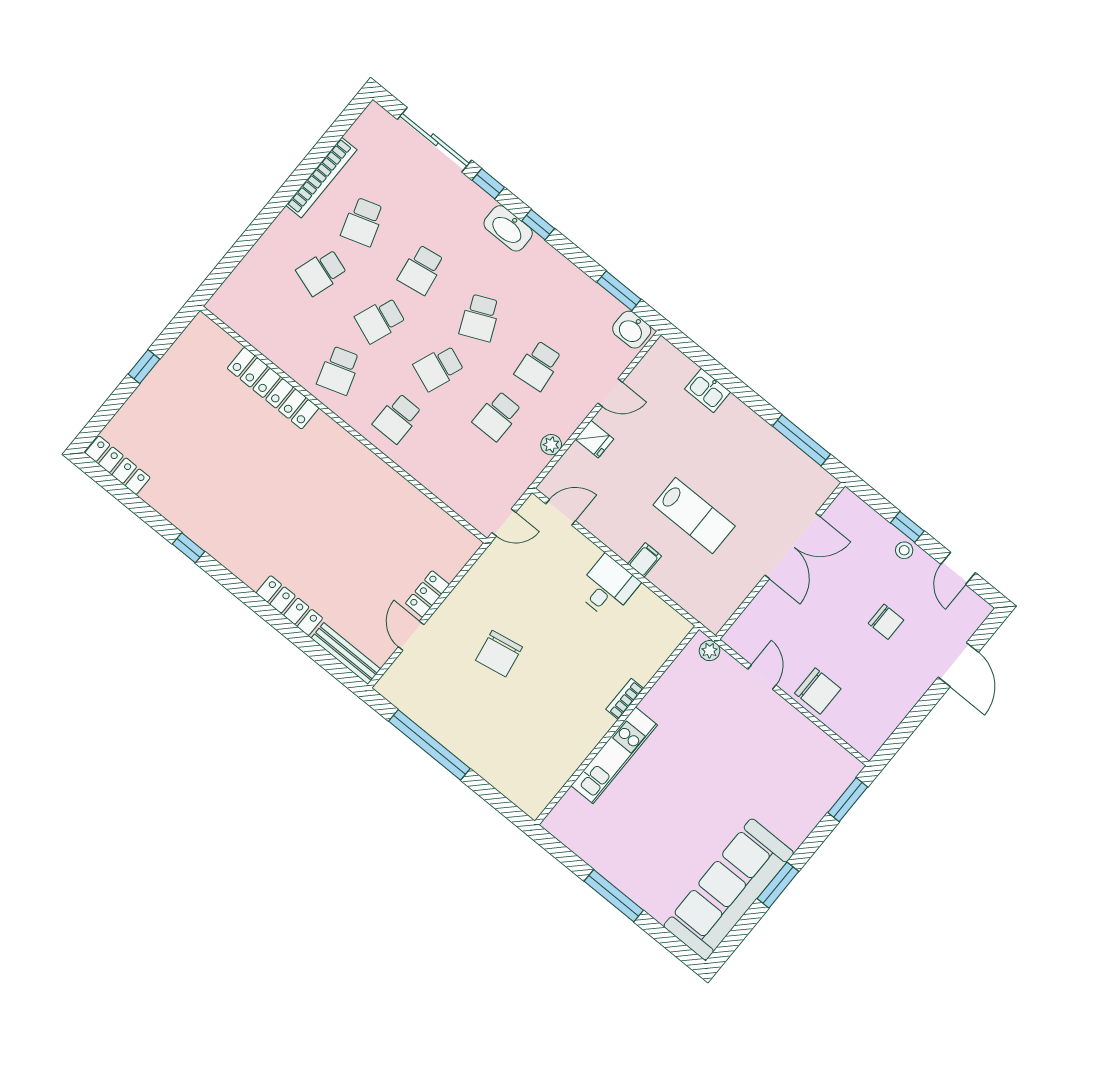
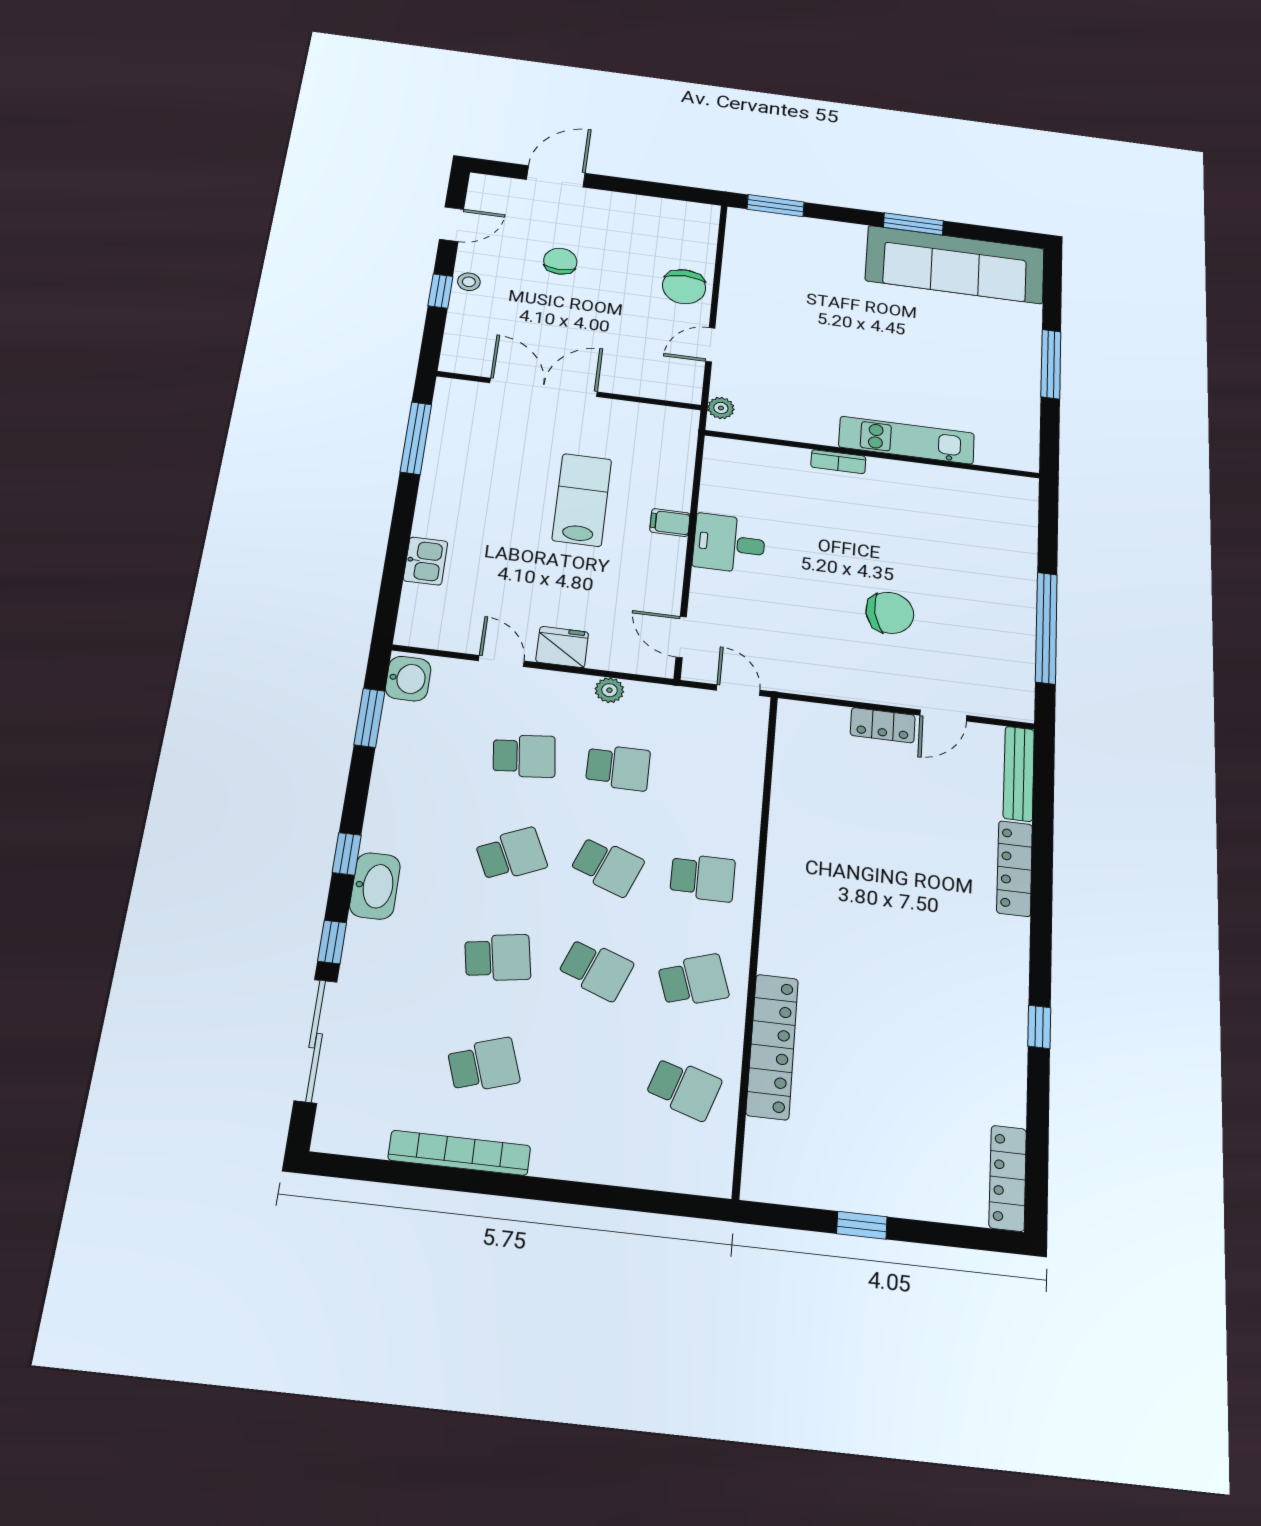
school desk: (322, 272) -> (684, 1088), moved
fridge: (595, 439) -> (562, 647), width x1.38
chair: (818, 691) -> (684, 287), turned 180

